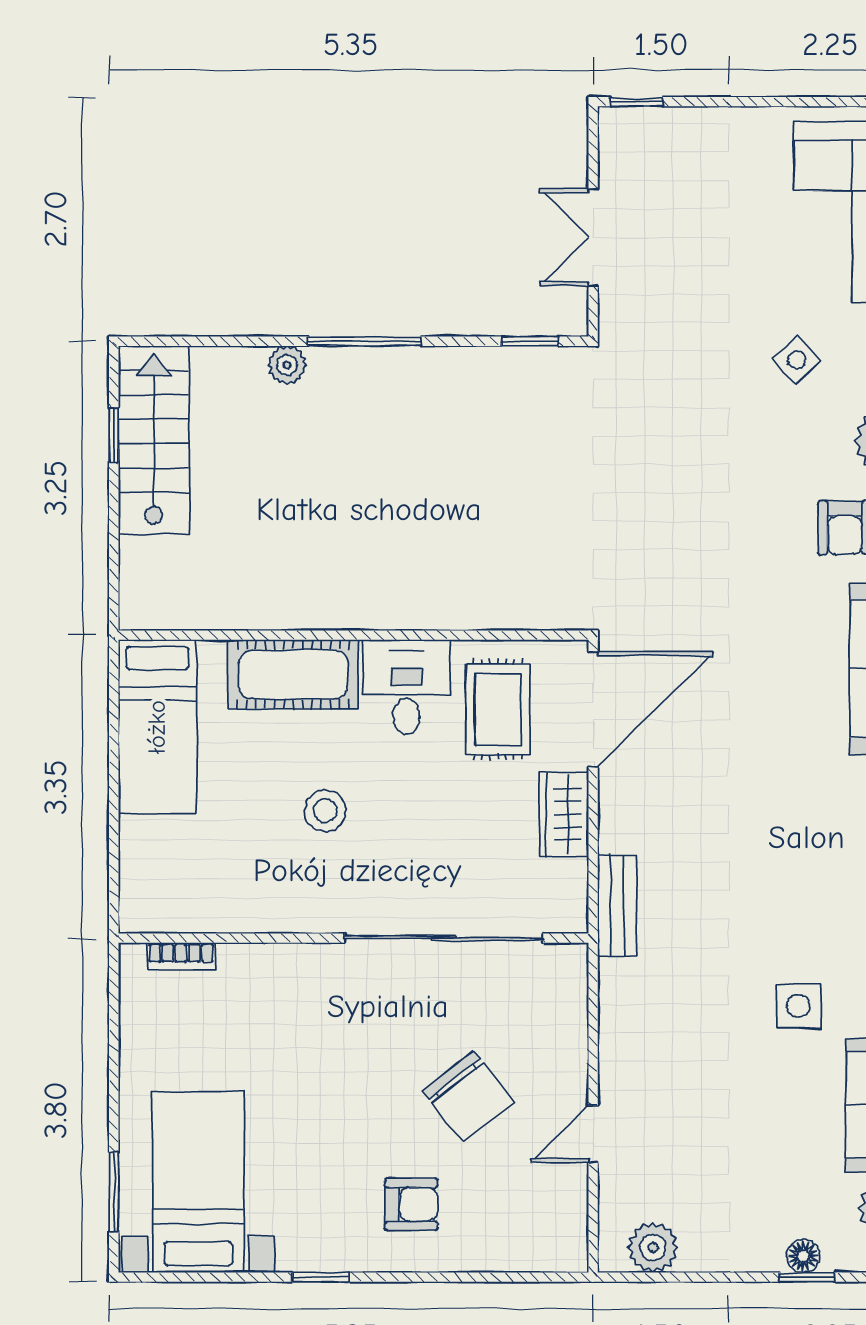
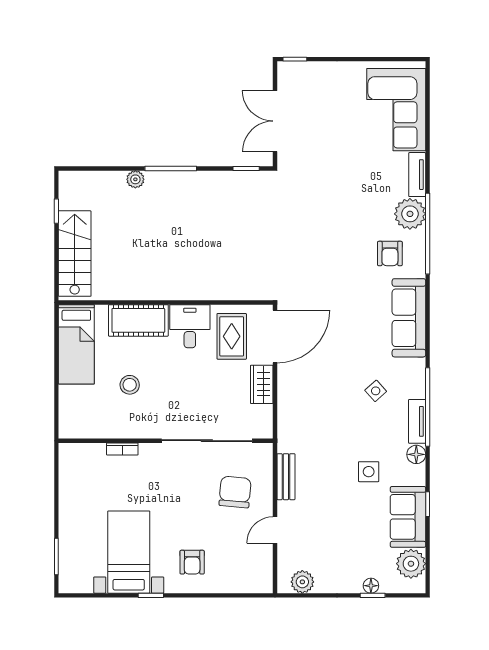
double door: (593, 237) -> (275, 121), width x1.37
side table: (797, 360) -> (376, 391), moved
stairs: (154, 440) -> (75, 254), moved
stool: (325, 811) -> (130, 385), moved
bench: (617, 906) -> (286, 477), moved
bookcase: (181, 956) -> (122, 449), moved
chair: (468, 1096) -> (235, 492), moved, turned -137
bed with nightstands: (198, 1182) -> (129, 552), moved
armchair: (411, 1204) -> (192, 562), turned 90

